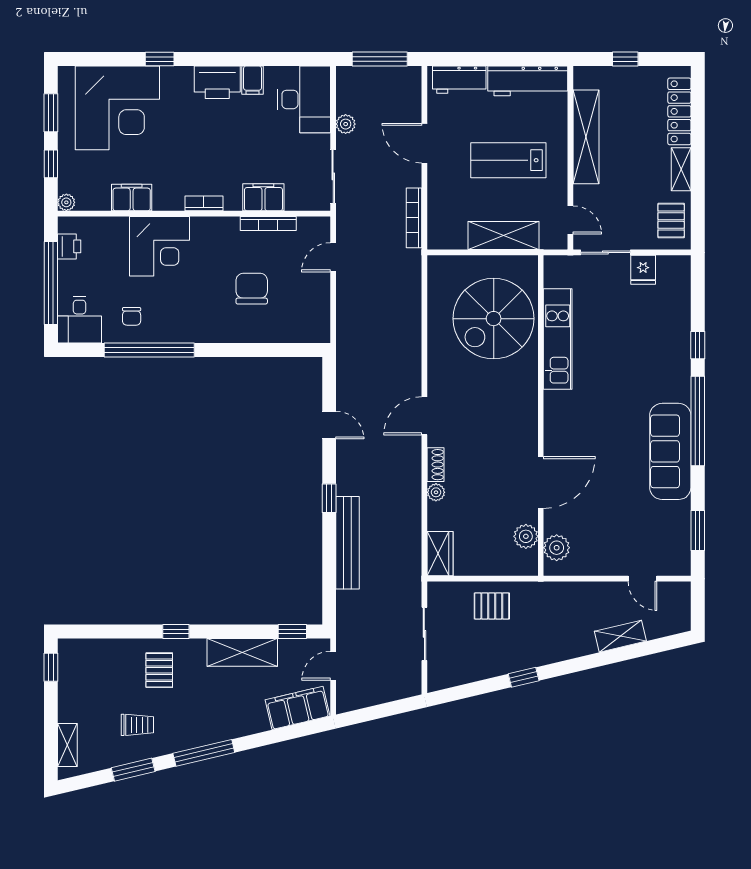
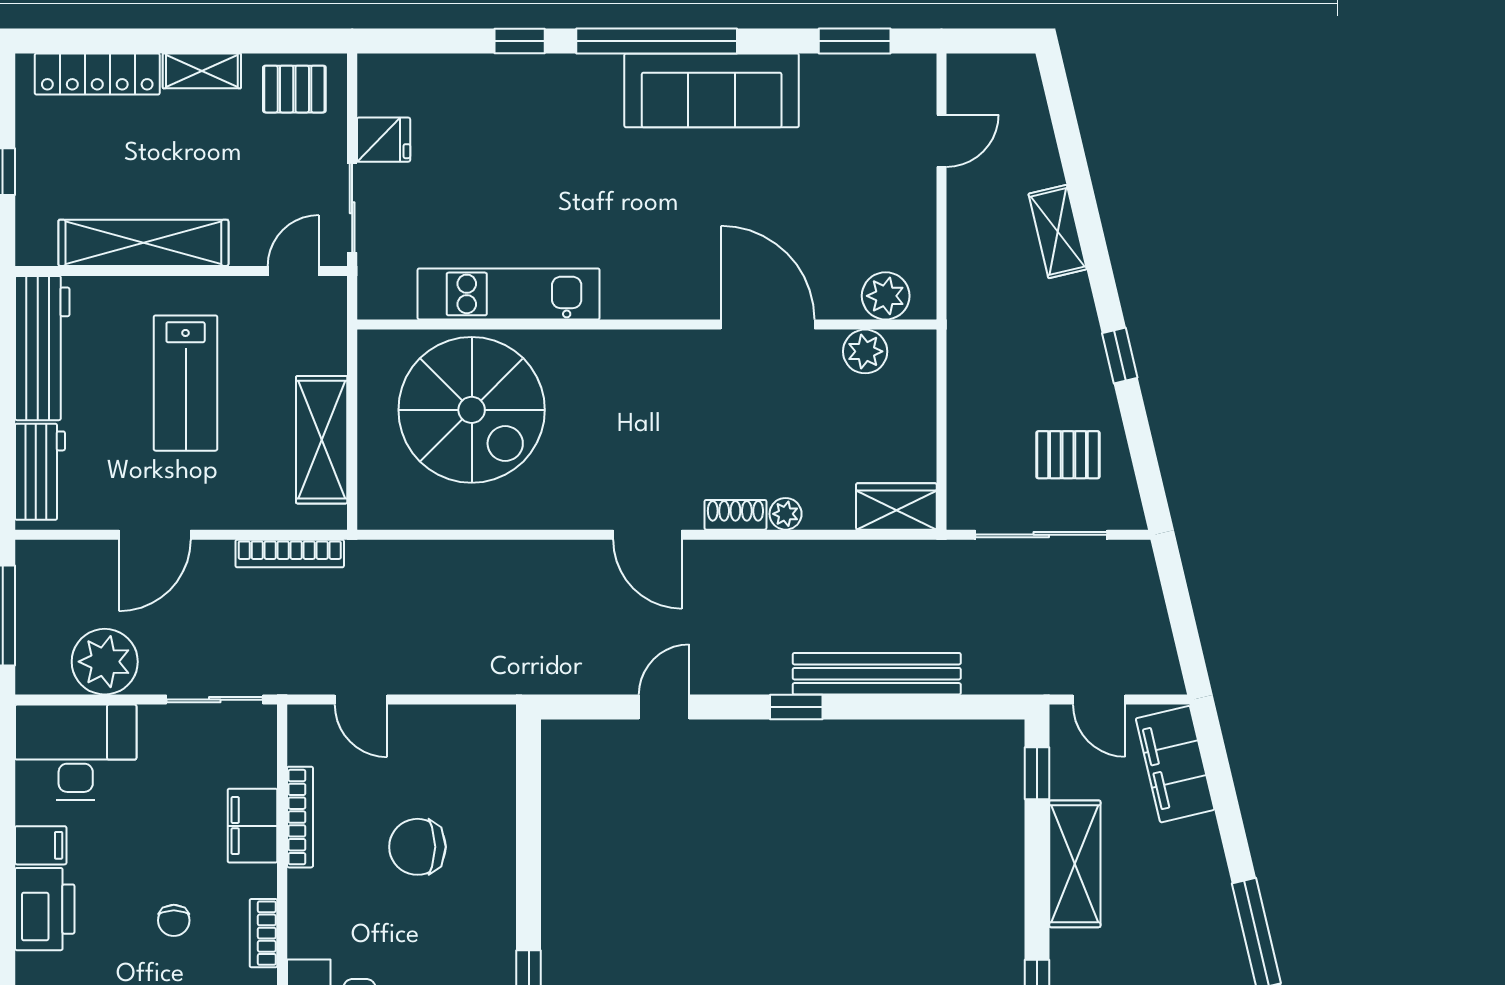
plant: (346, 124) -> (105, 662), width x1.88, depth x1.88
chair: (211, 154) -> (174, 920), added
shelving: (503, 236) -> (322, 440), moved
pallet: (492, 606) -> (1068, 455), moved, turned 90
sliding door: (424, 634) -> (1041, 535), width x1.37
shelving: (620, 636) -> (1058, 232), moved

